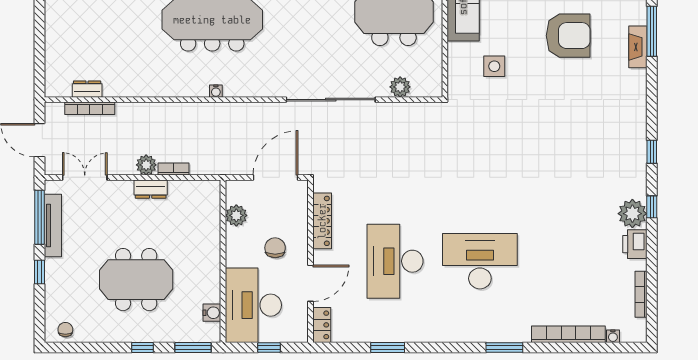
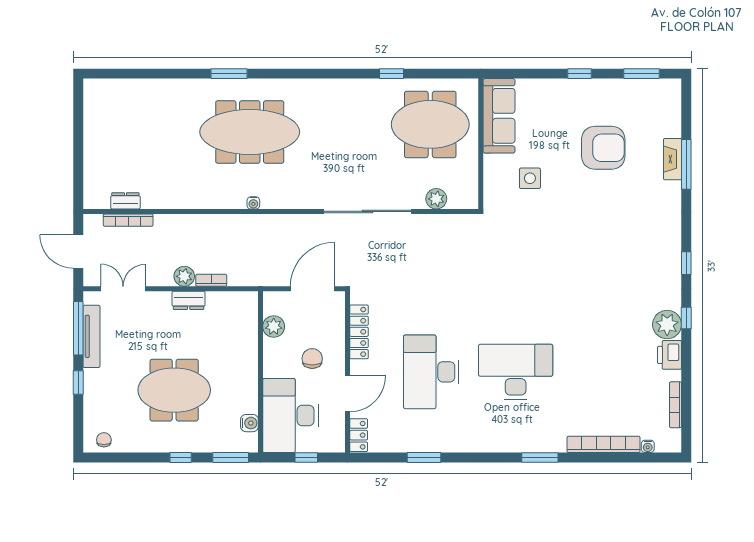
window: (652, 31) -> (686, 164), moved

